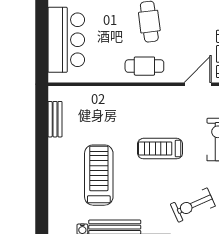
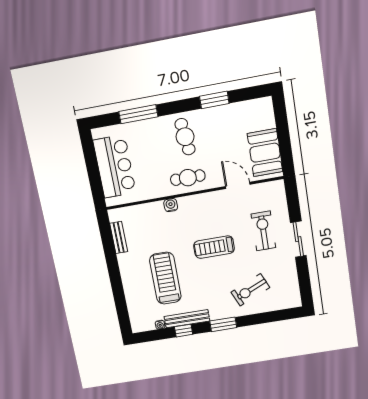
door: (198, 84) -> (238, 185), hinge flipped
water cooler: (120, 93) -> (171, 205), added

